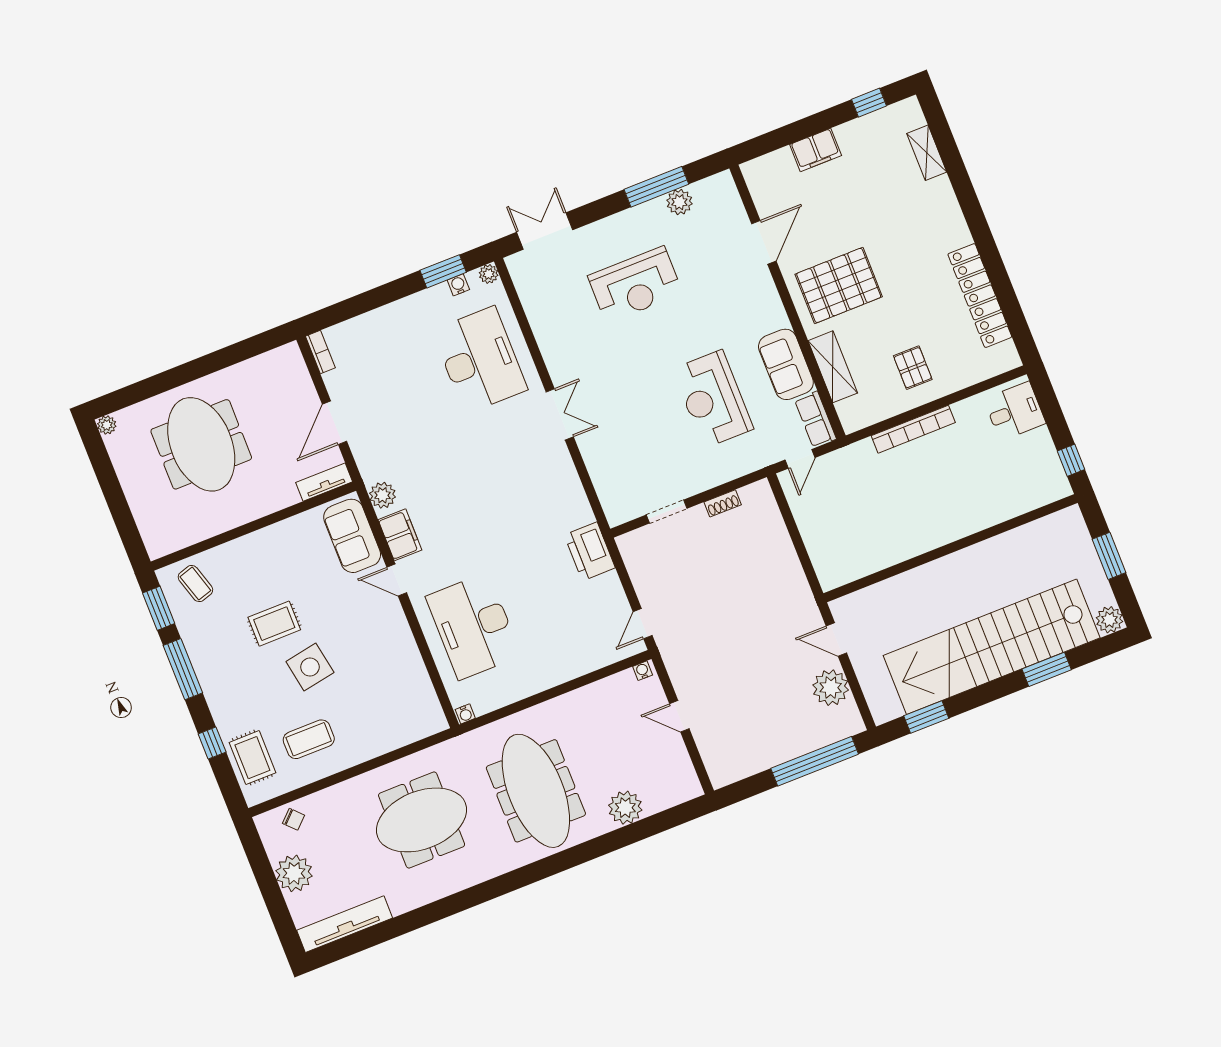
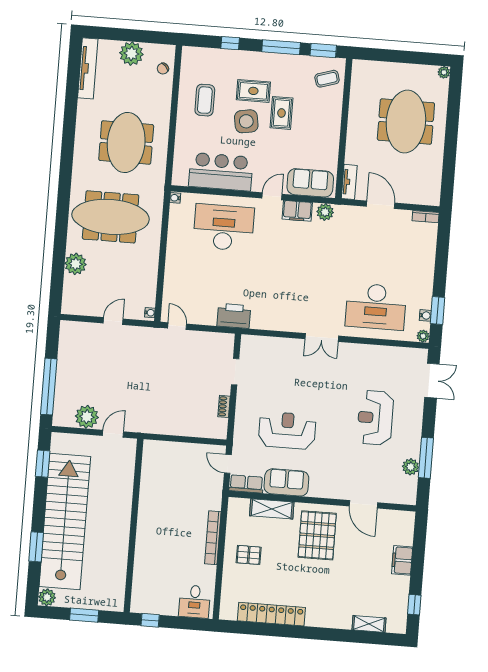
meeting table: (201, 444) -> (406, 121), turned 90
bar counter: (398, 668) -> (221, 172), added
rug: (252, 758) -> (253, 91), moved

